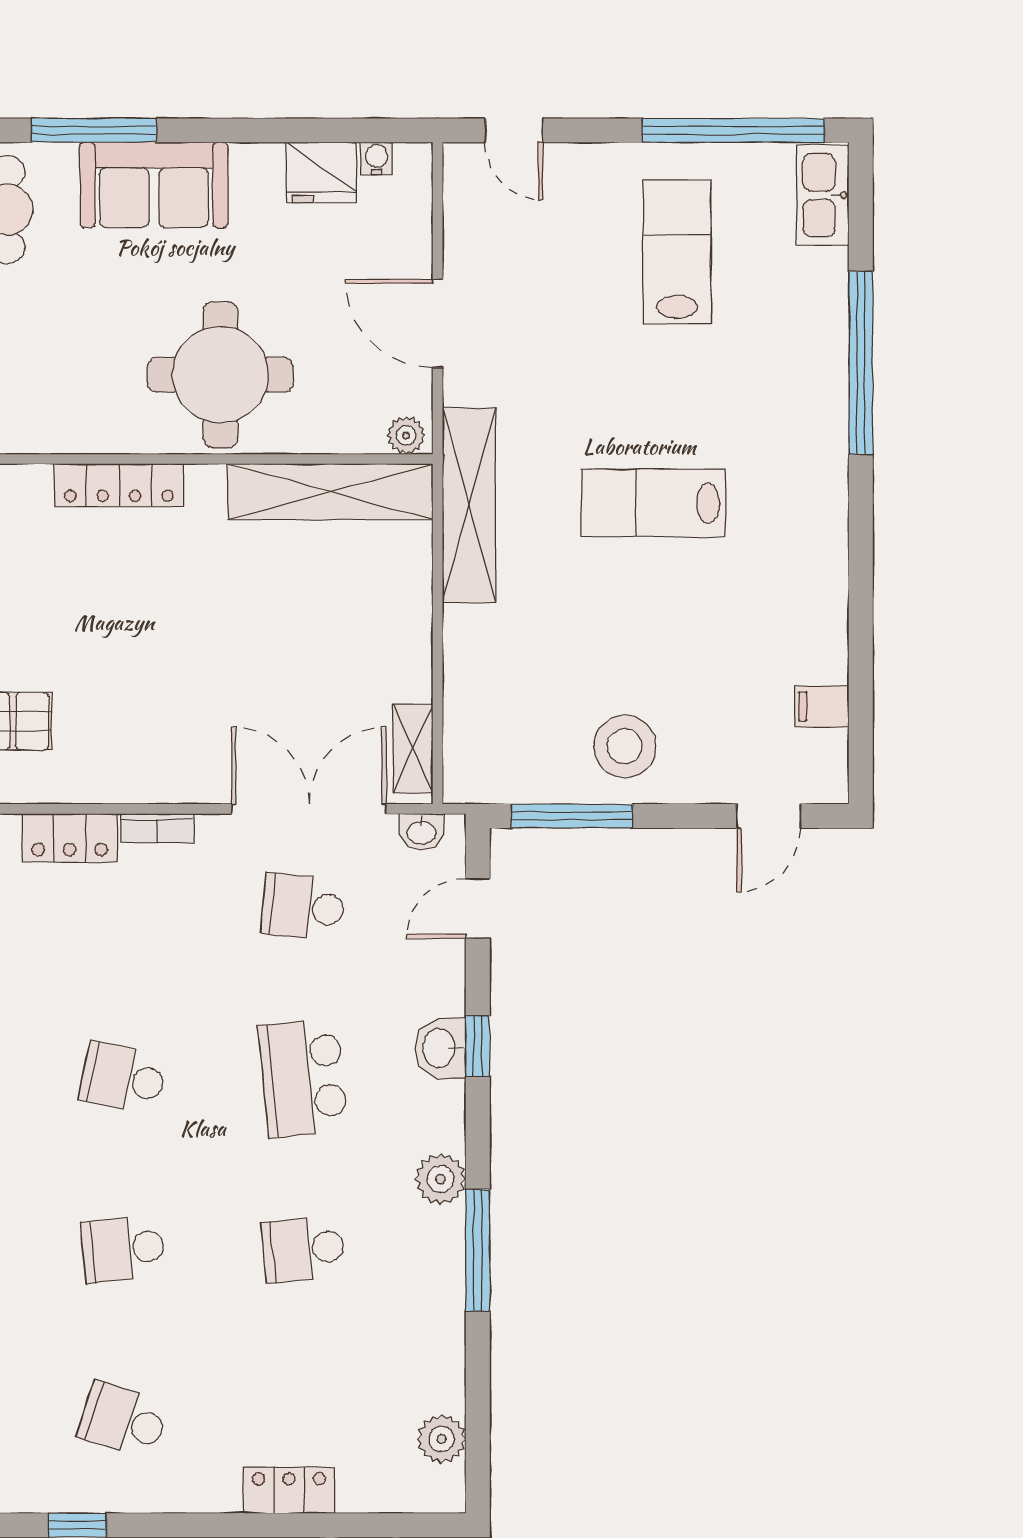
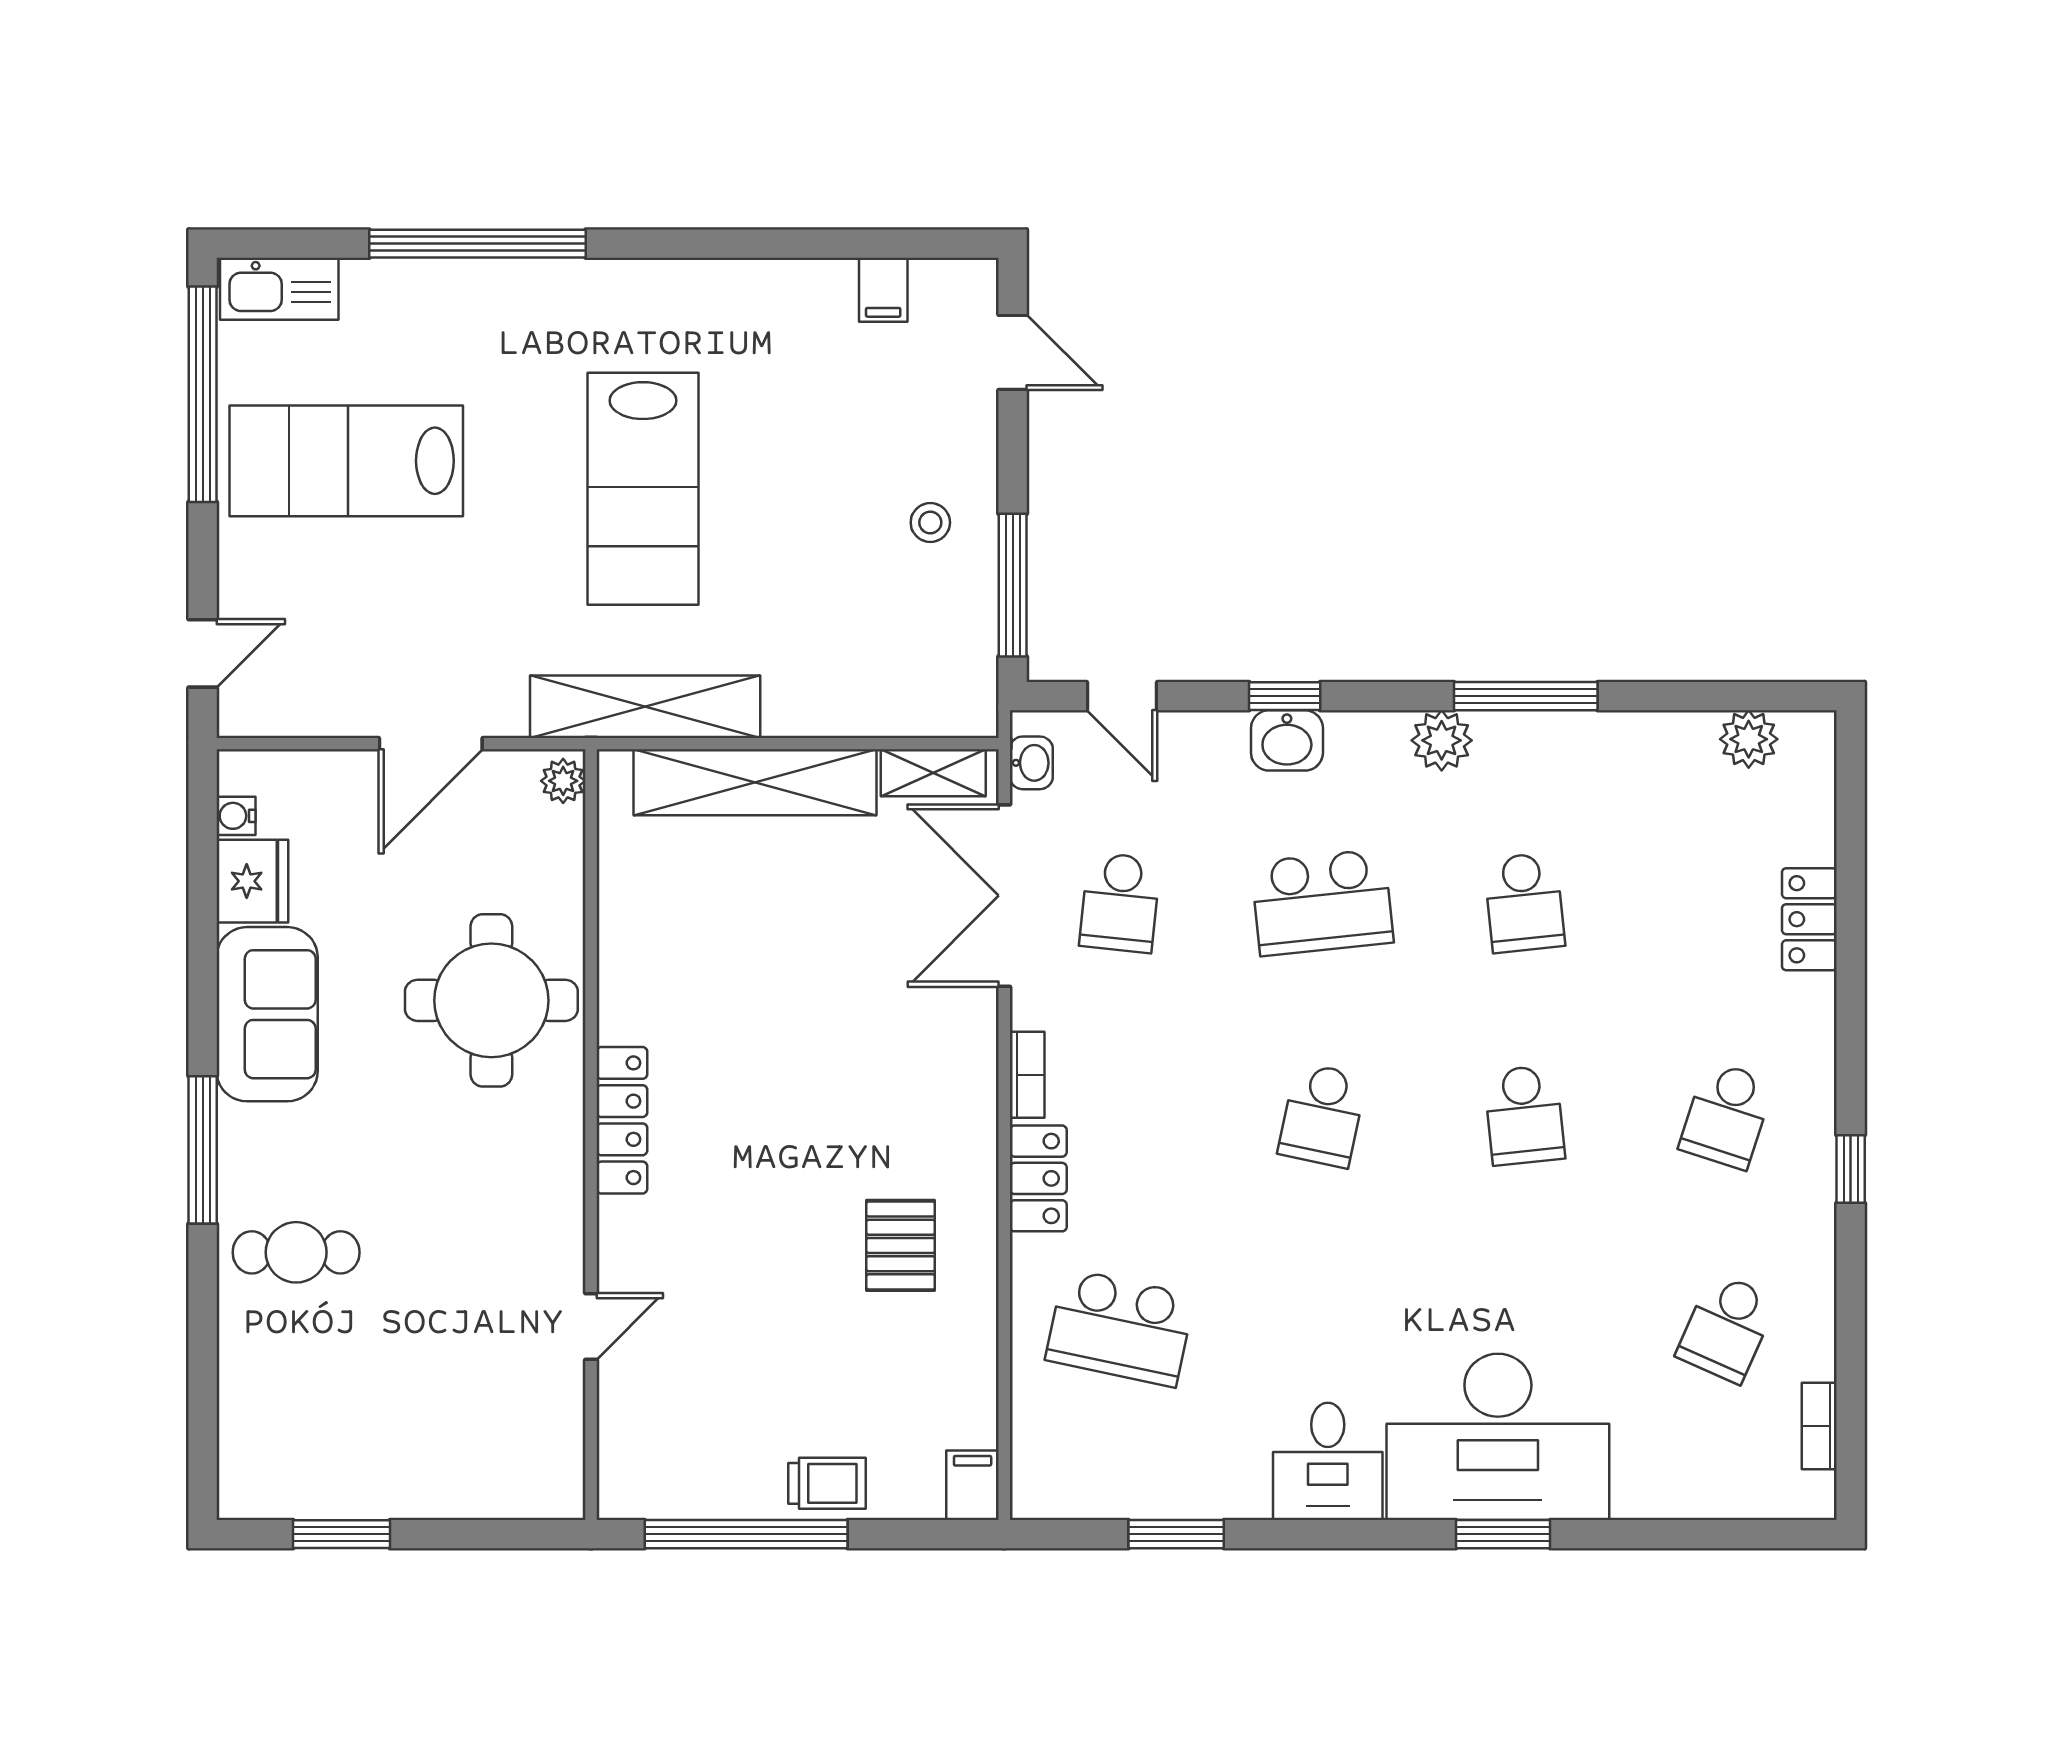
sofa: (154, 185) -> (267, 1014), moved
lab bench: (677, 252) -> (346, 461), width x1.36, depth x1.39
shelving: (330, 492) -> (755, 782), moved, turned 90
lab bench: (653, 503) -> (643, 489), width x1.36, depth x1.39
stool: (625, 746) -> (930, 522), width x0.53, depth x0.53

